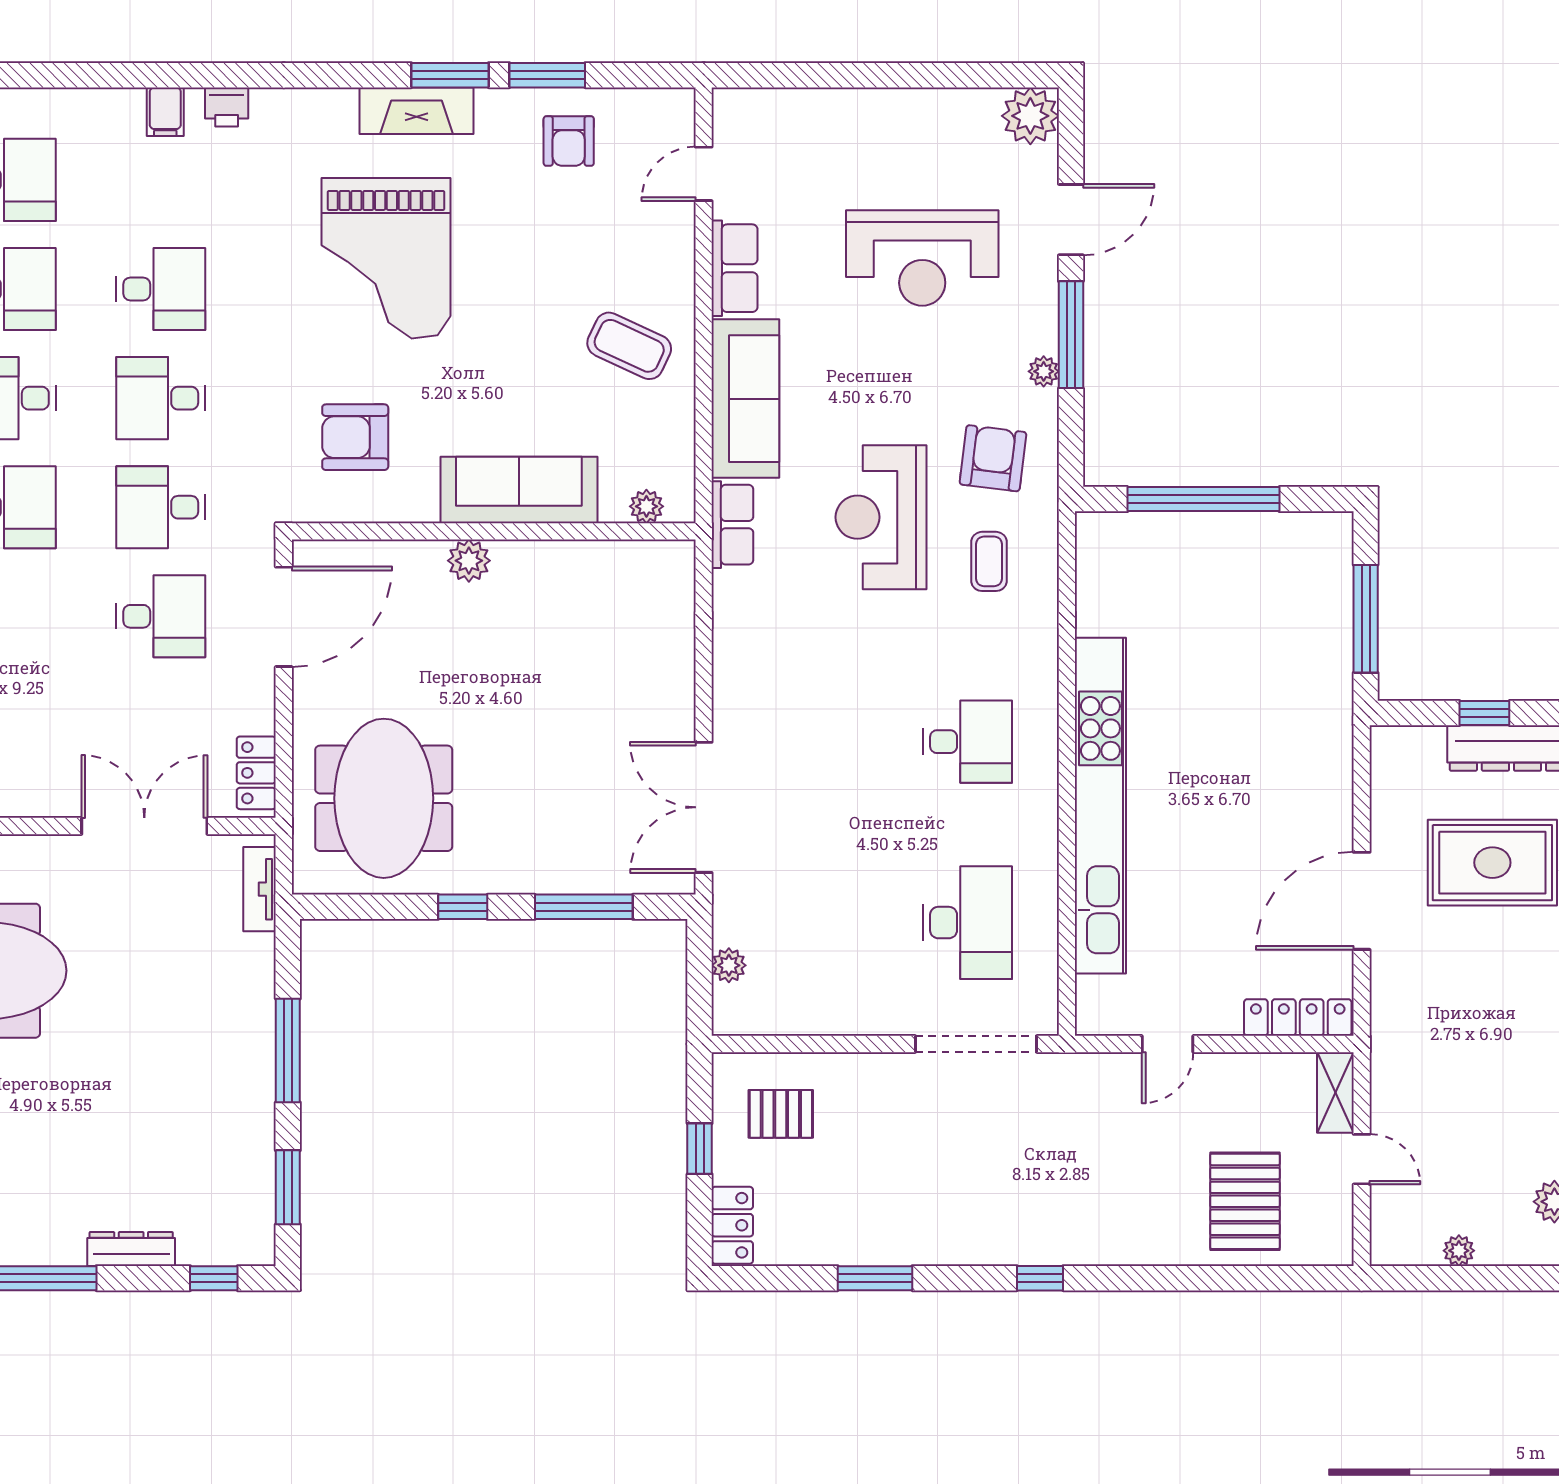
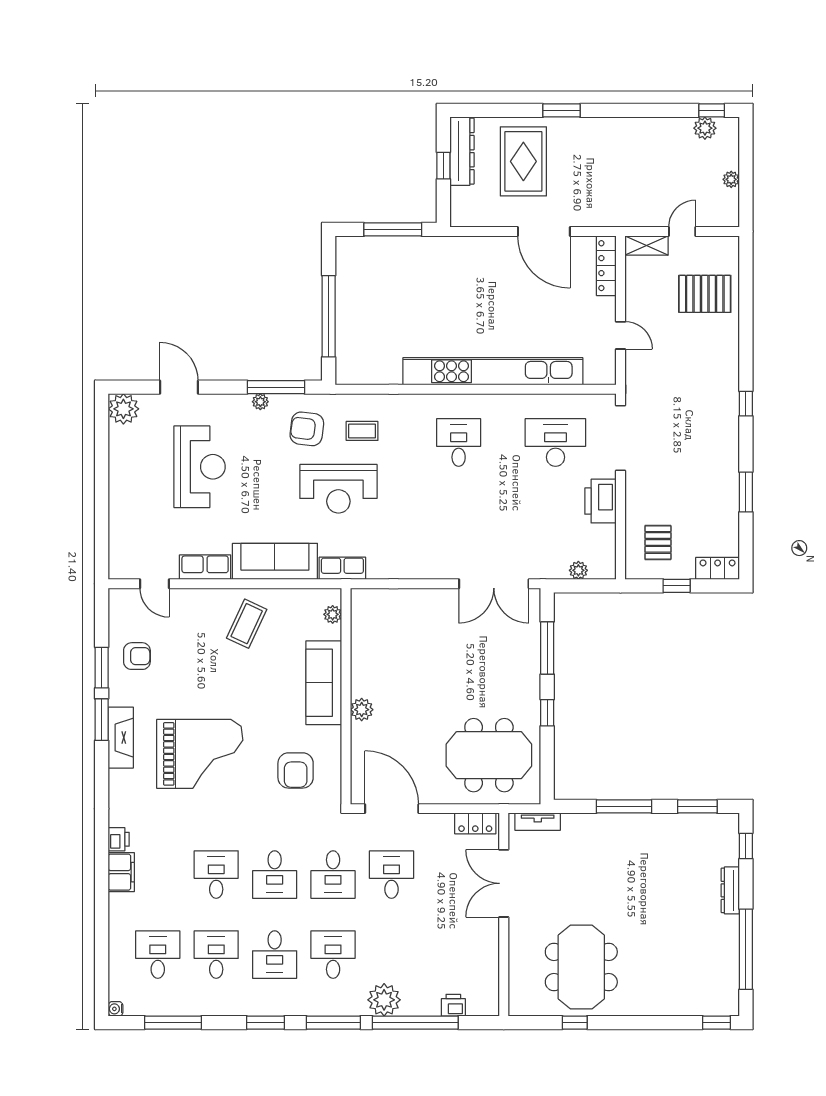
filing cabinet: (165, 112) -> (121, 872), width x2.00
window: (1071, 335) -> (276, 387), moved
printer: (858, 1007) -> (601, 501), added

